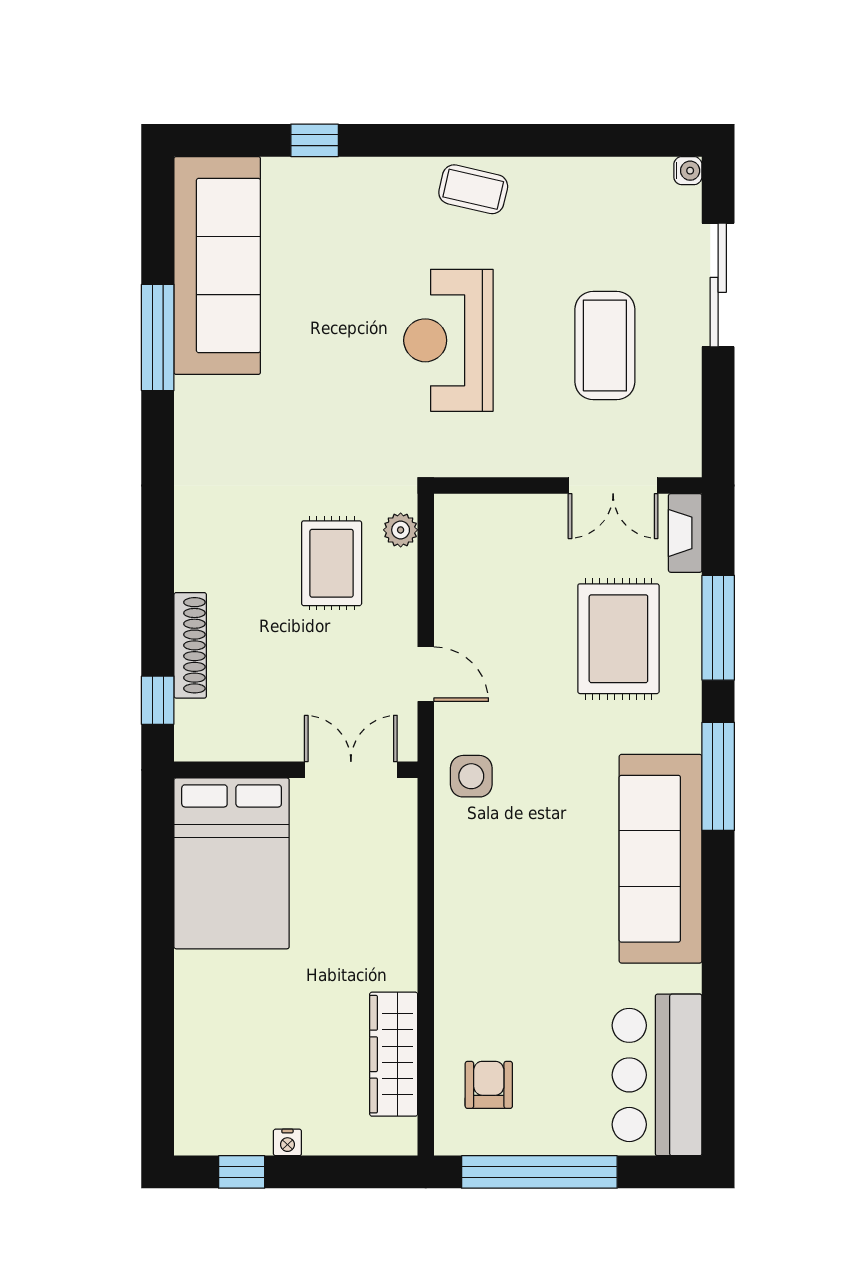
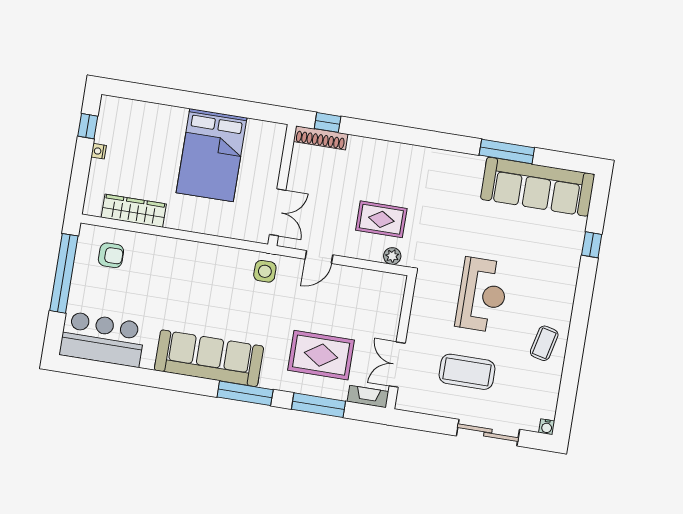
coffee table: (473, 189) -> (544, 343), moved
reception desk: (448, 340) -> (482, 295), turned 90
shoe rack: (190, 645) -> (321, 138), moved
bed: (232, 863) -> (212, 155), moved, turned -90

